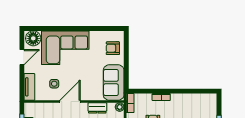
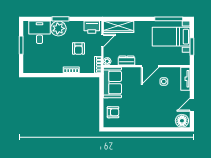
corner sofa: (65, 48) -> (154, 113), removed

